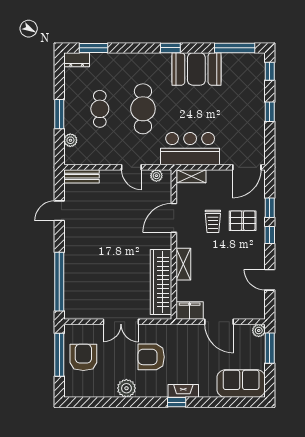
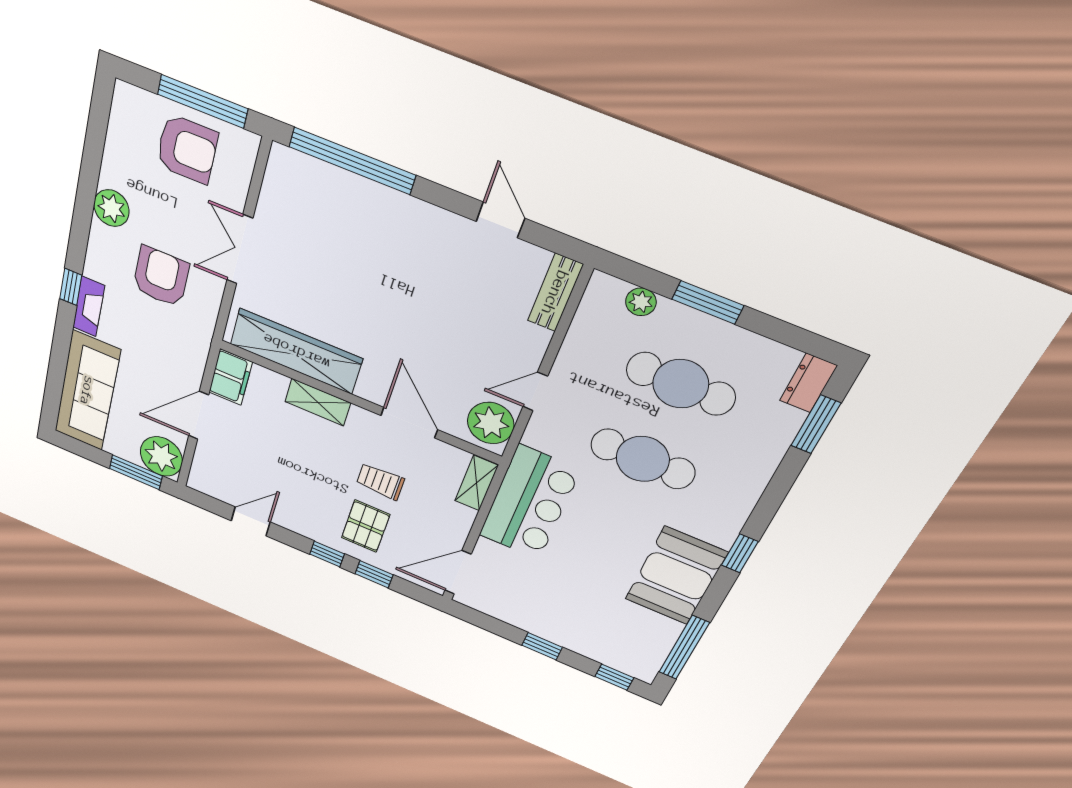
cafe table: (100, 109) -> (681, 384), width x1.37, depth x1.35
door: (247, 167) -> (458, 572), hinge flipped
plant: (156, 176) -> (491, 423), width x1.87, depth x1.87
plant: (259, 331) -> (161, 456), width x1.88, depth x1.88
sofa: (241, 384) -> (87, 391), width x1.36

